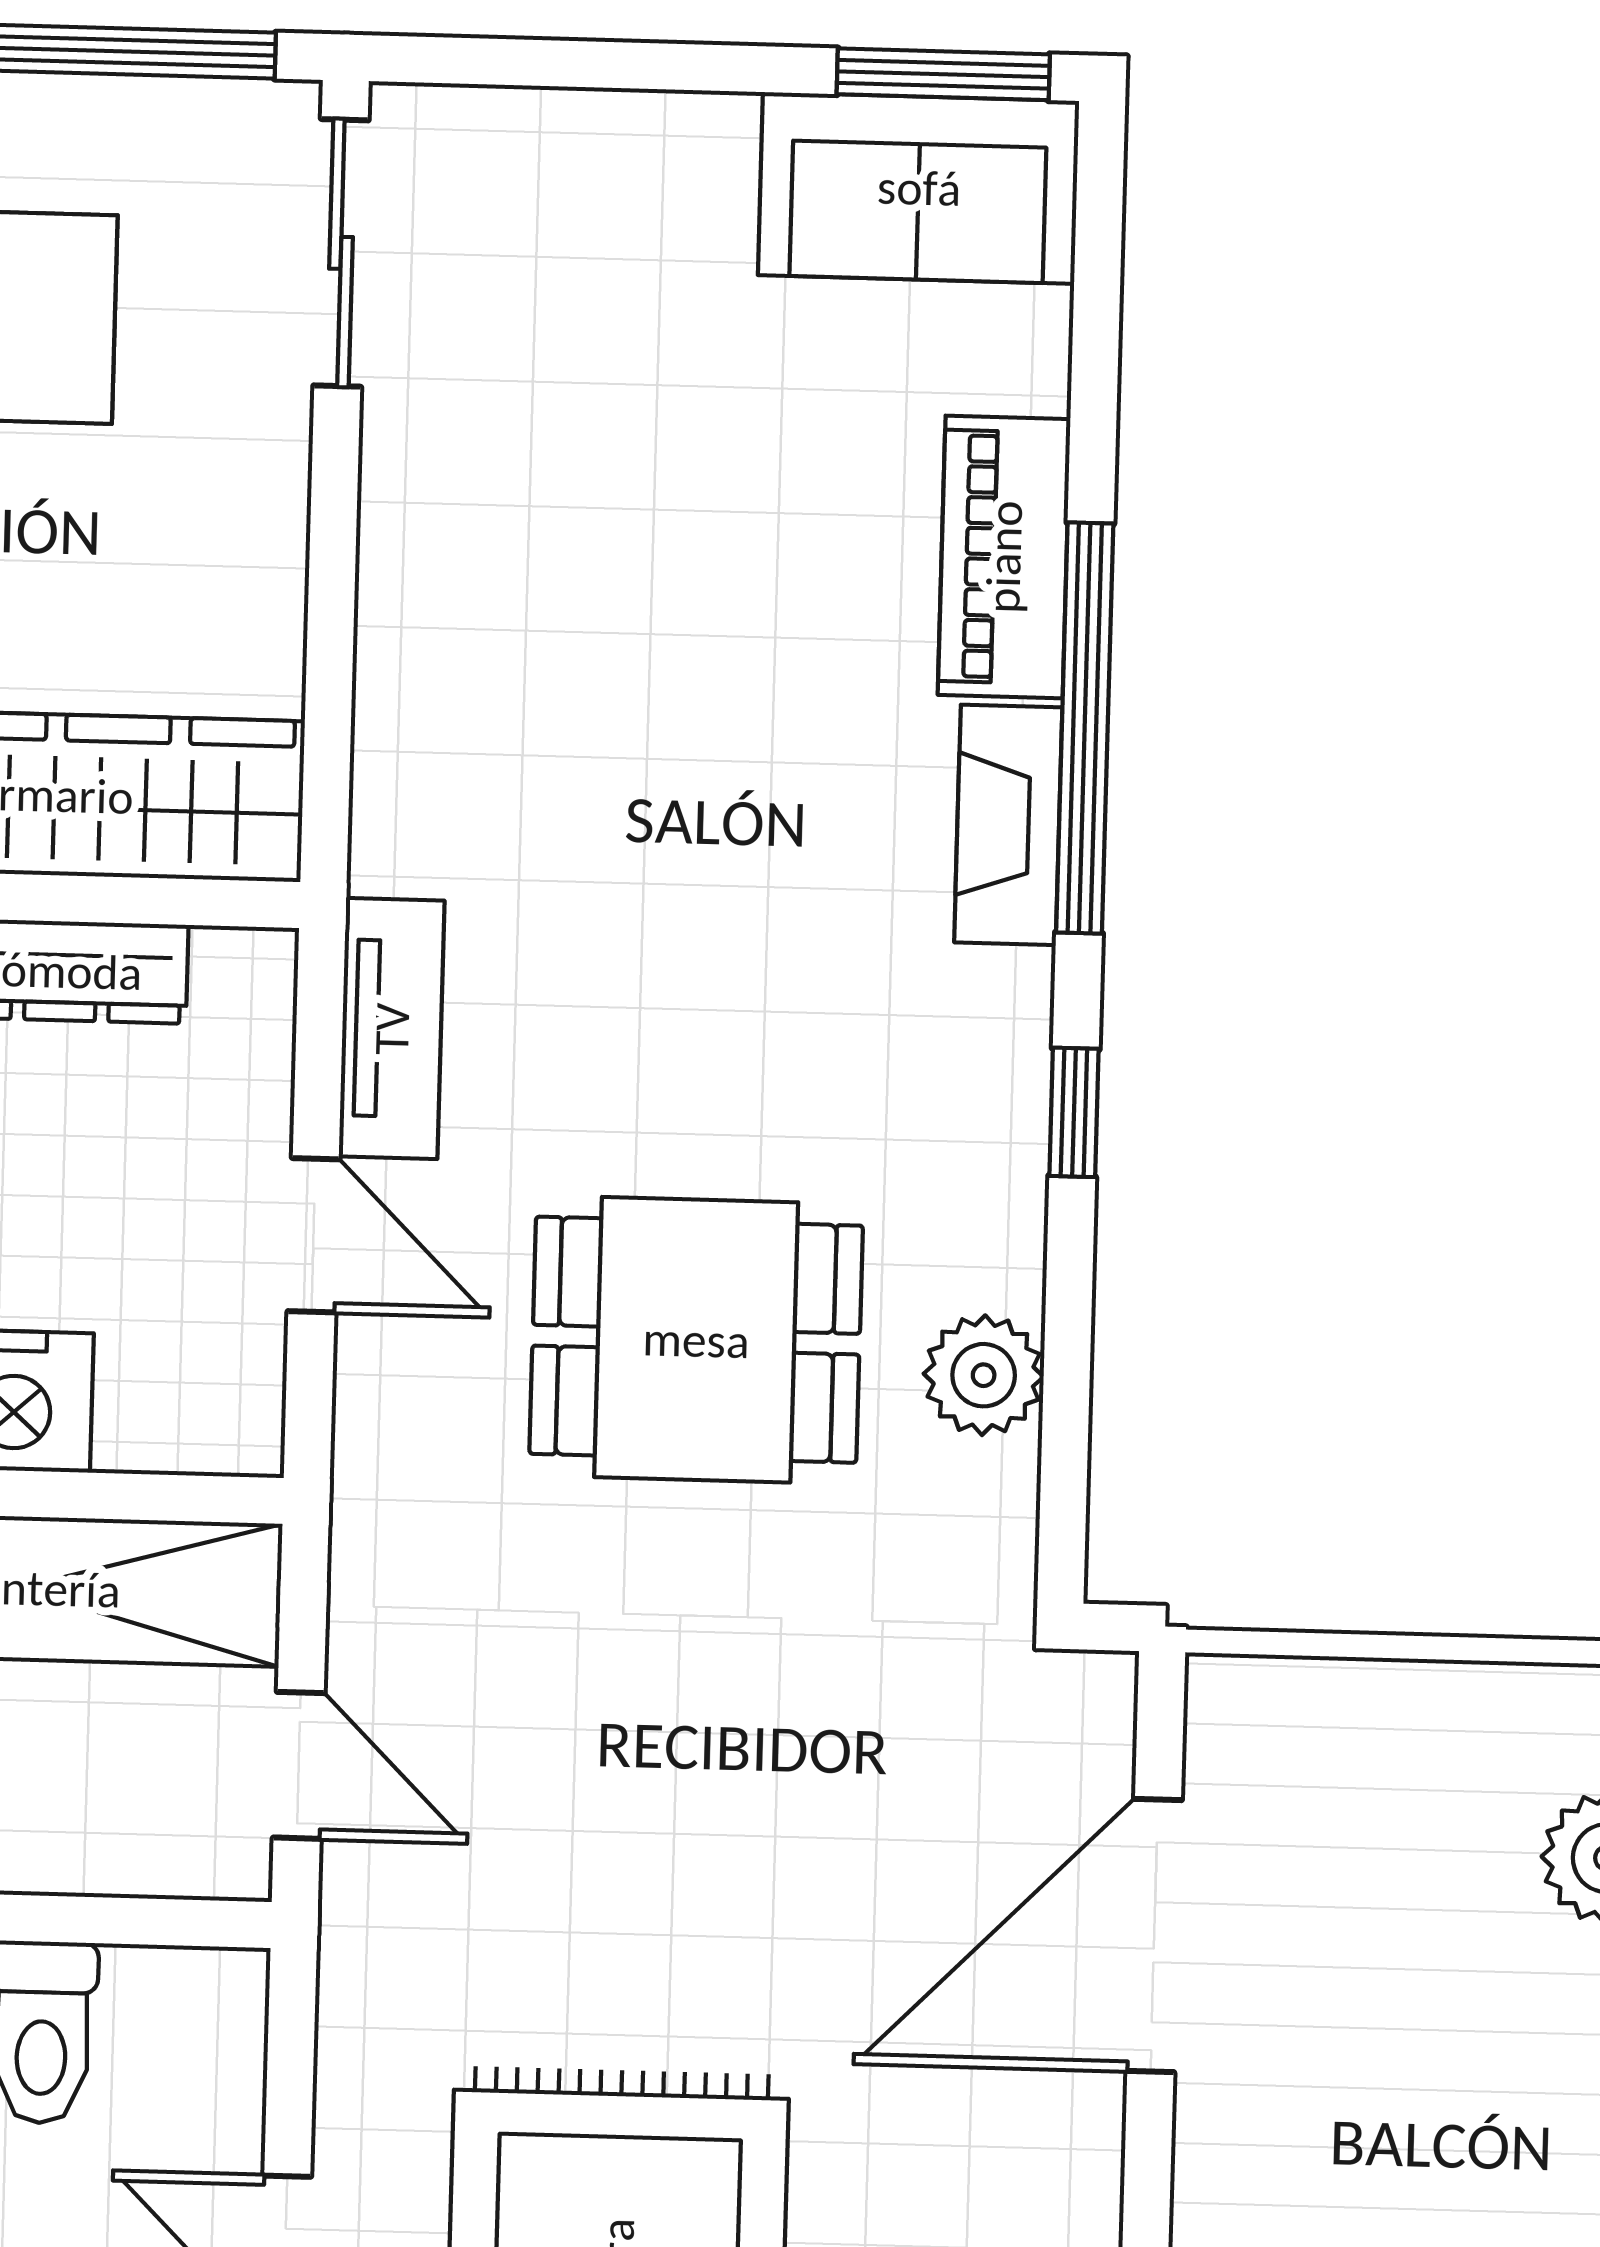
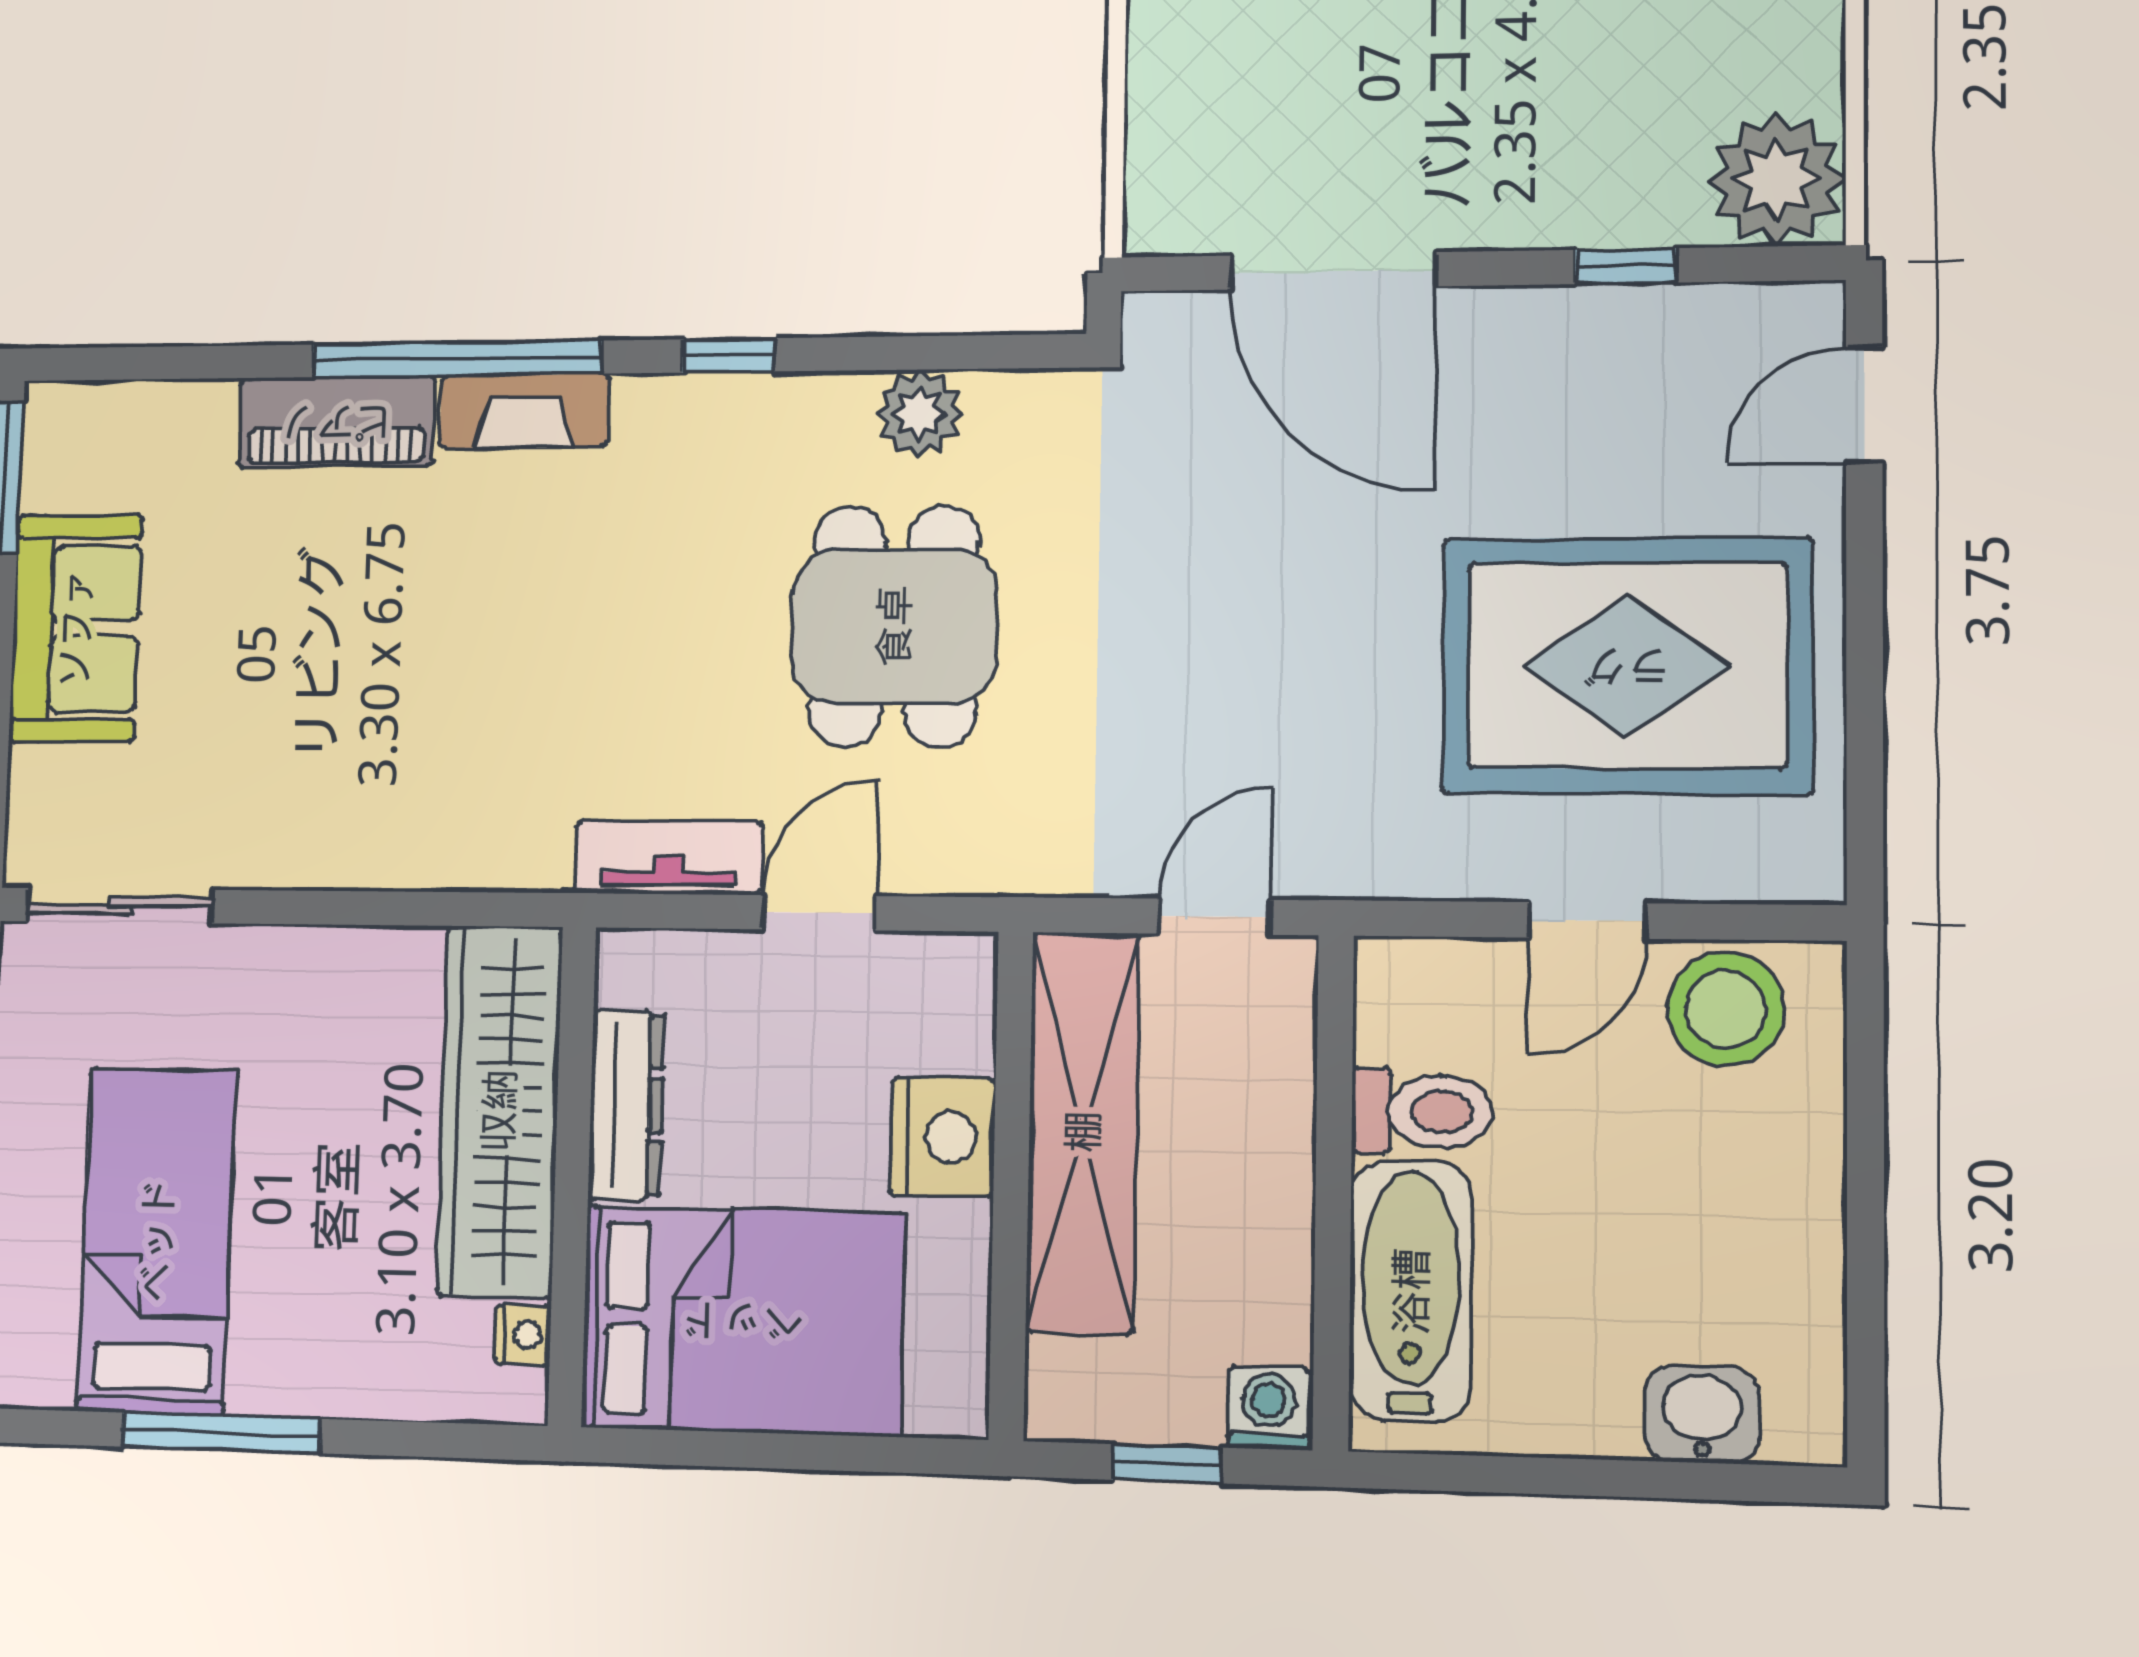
sofa: (919, 188) -> (76, 628), moved

